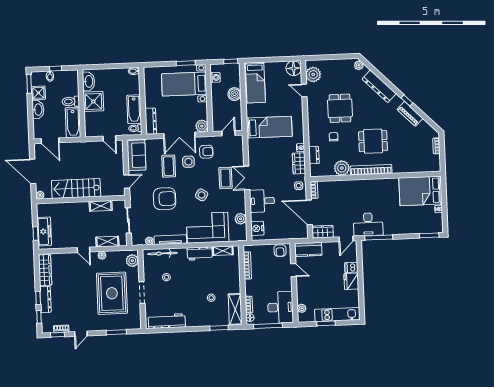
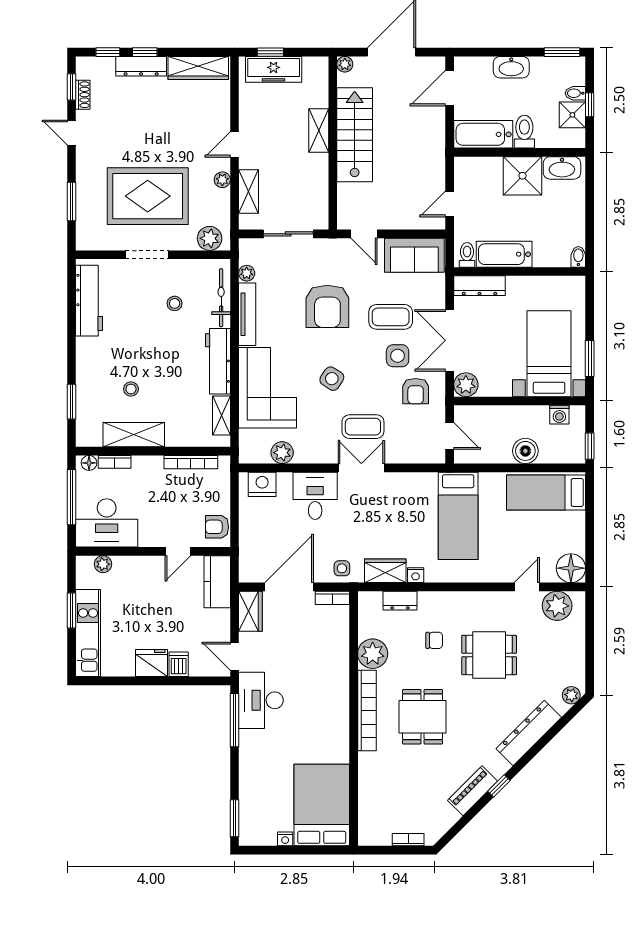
shower: (38, 93) -> (572, 115), moved
shelving: (101, 206) -> (319, 131), moved
workbench: (200, 253) -> (218, 361), width x1.38
shelving: (235, 309) -> (134, 435), moved

